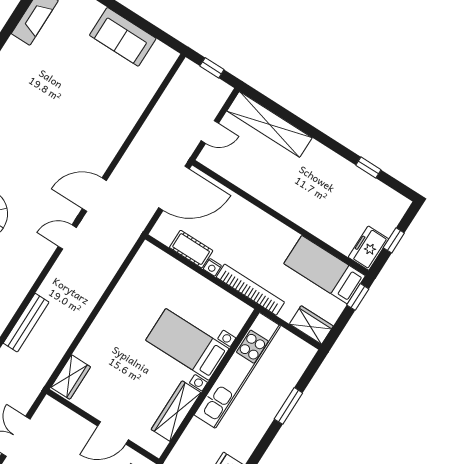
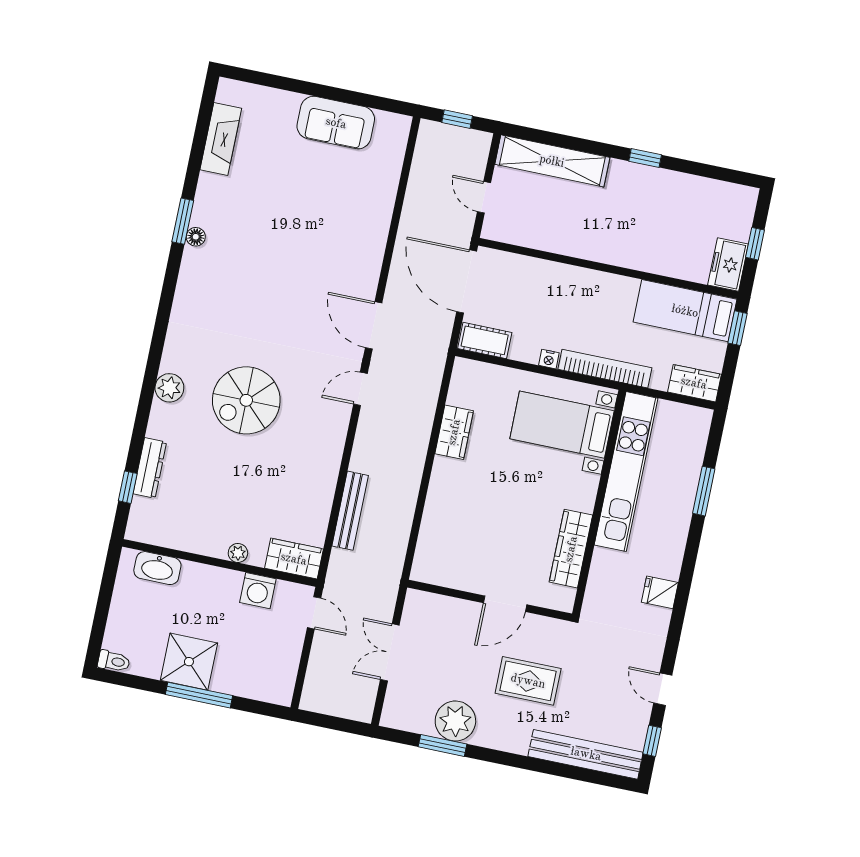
door: (210, 132) -> (484, 197), swing flipped
window: (368, 168) -> (645, 158), moved
door: (174, 188) -> (467, 281), swing flipped
door: (94, 195) -> (374, 325), hinge flipped
cot: (191, 249) -> (485, 340), moved
bed with nightstands: (187, 344) -> (562, 425), moved
wardrobe: (71, 377) -> (454, 432), moved

